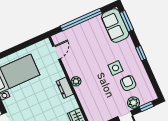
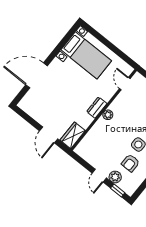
door: (56, 53) -> (125, 84), swing flipped
armchair: (128, 83) -> (130, 163), turned 180

